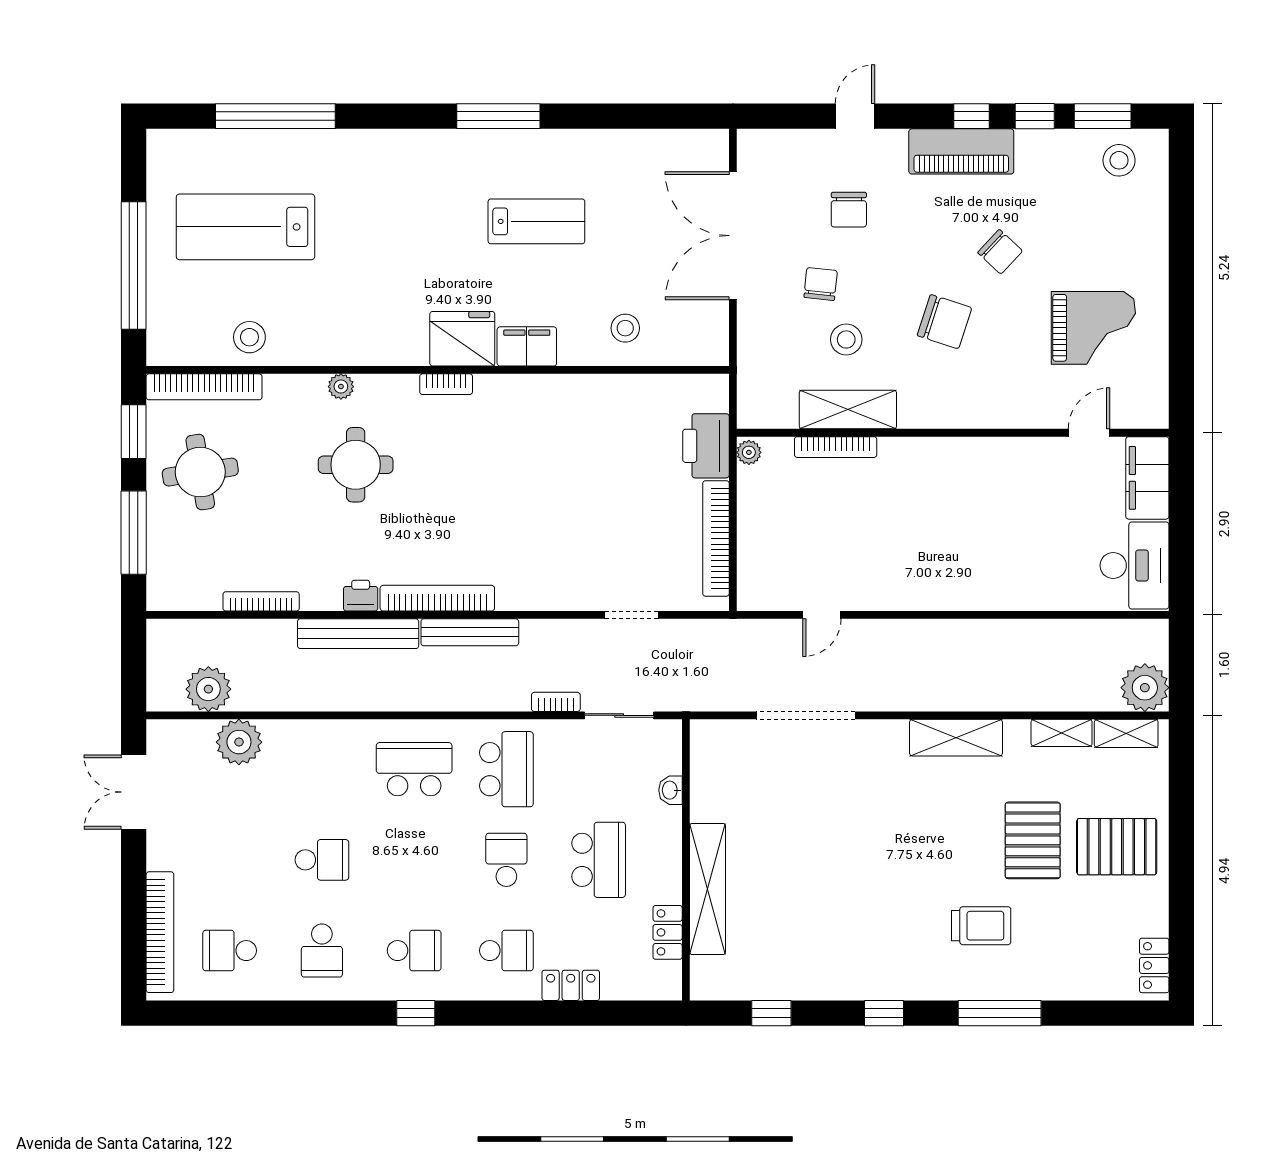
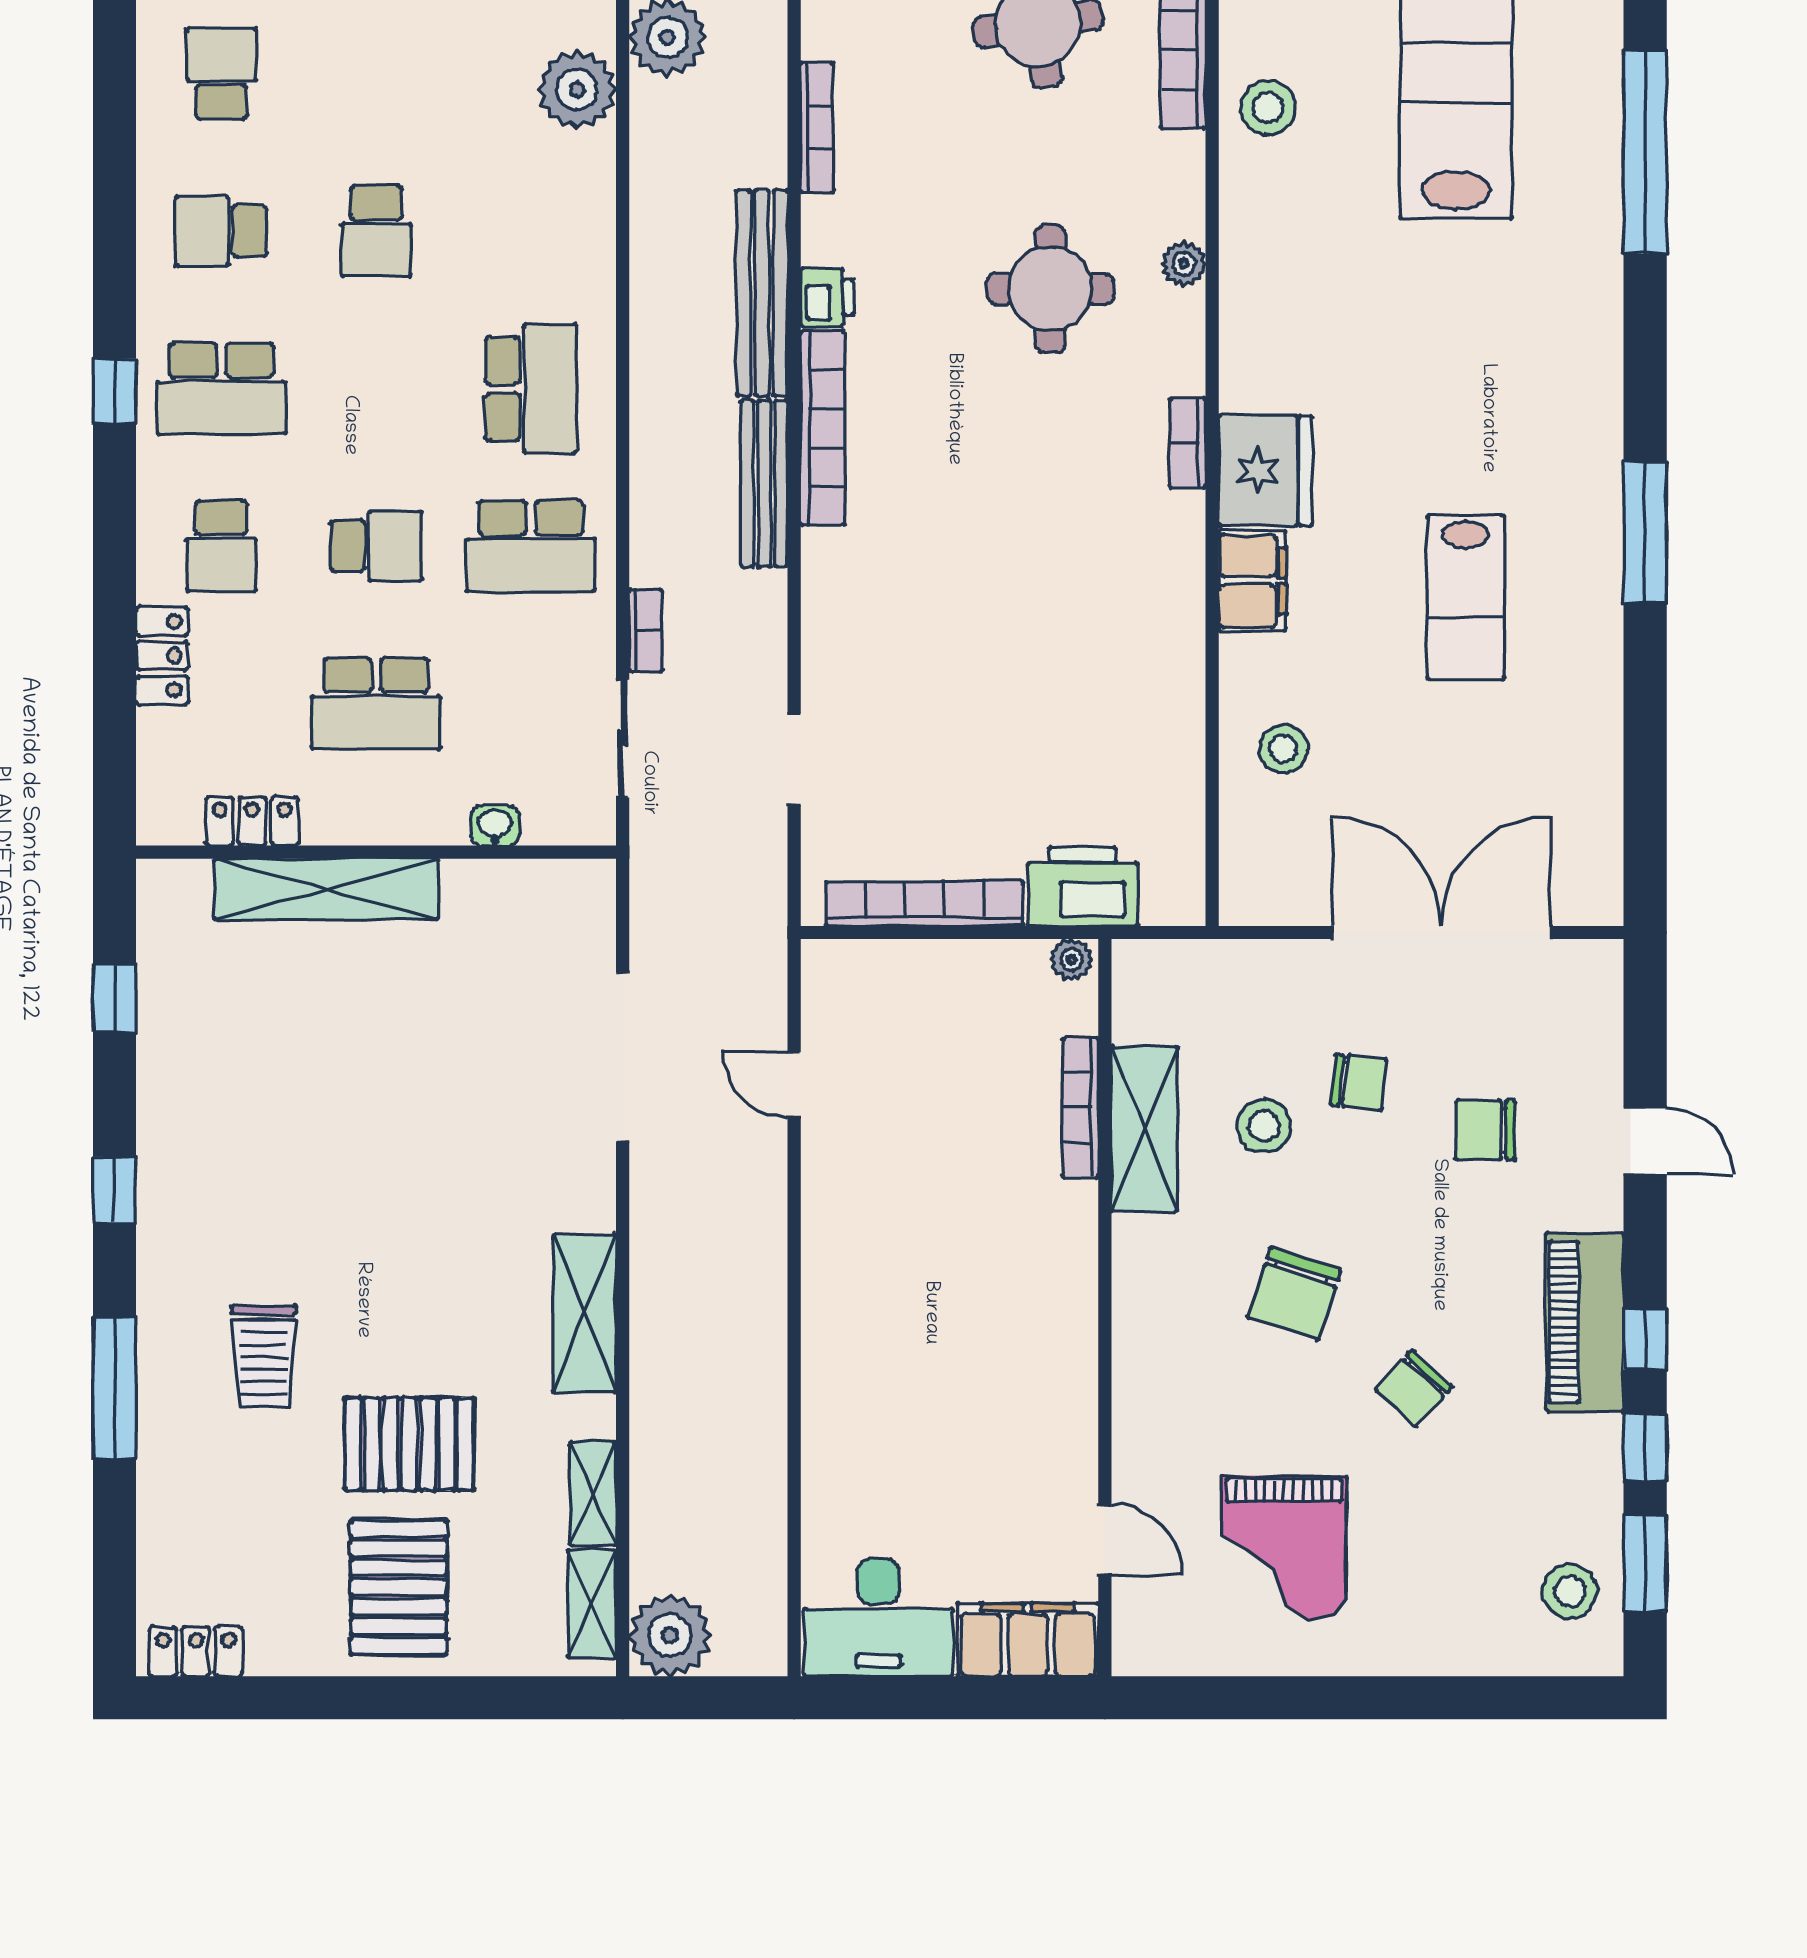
school desk: (414, 951) -> (221, 389), width x1.85

